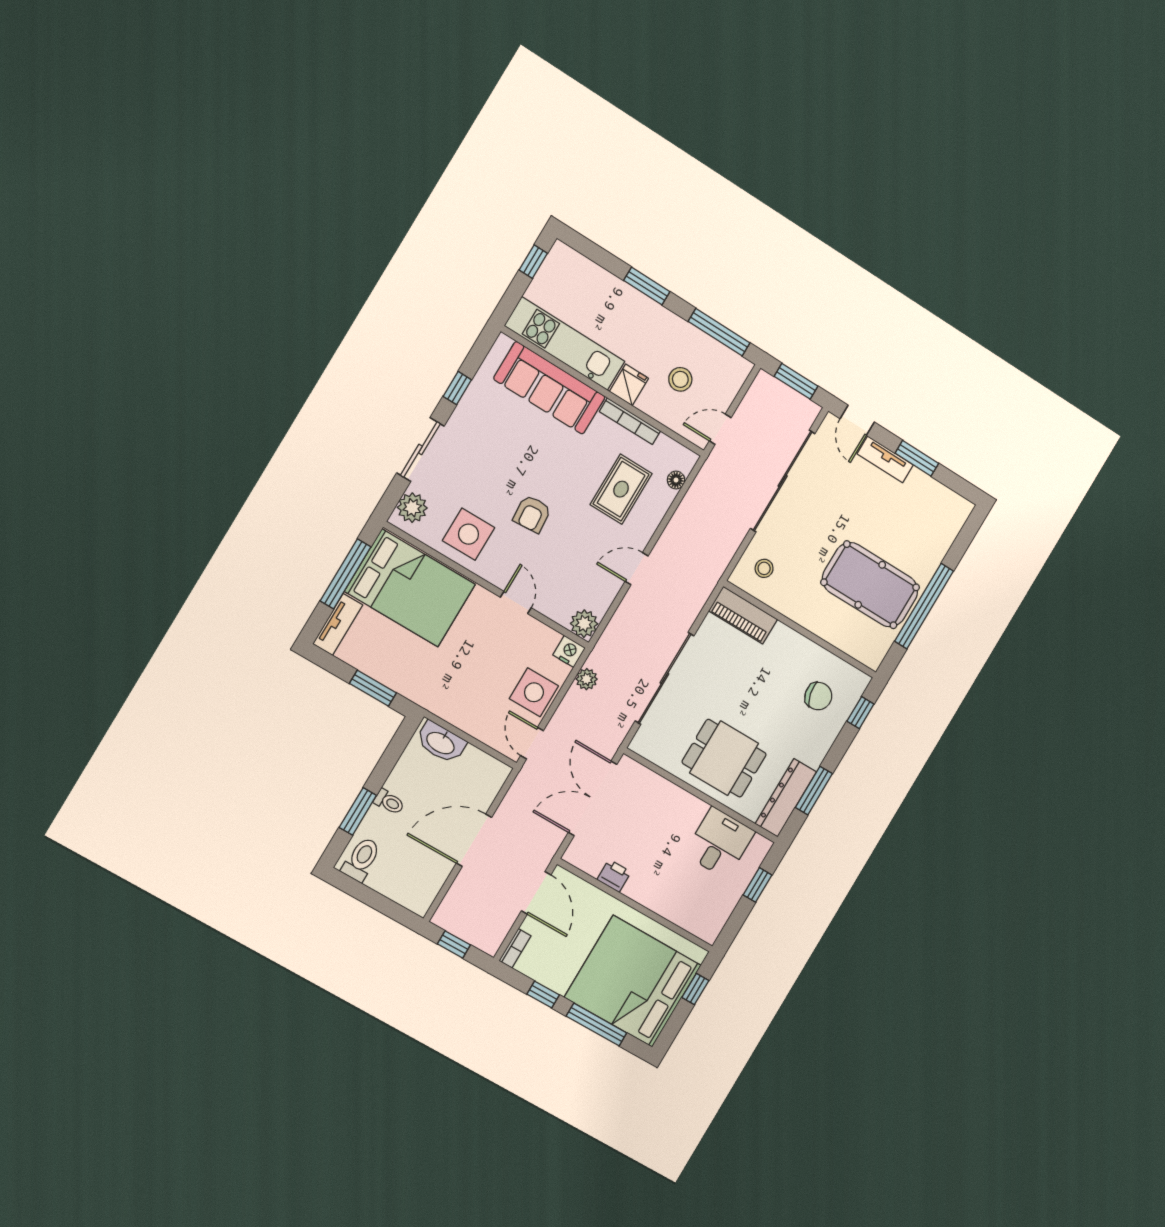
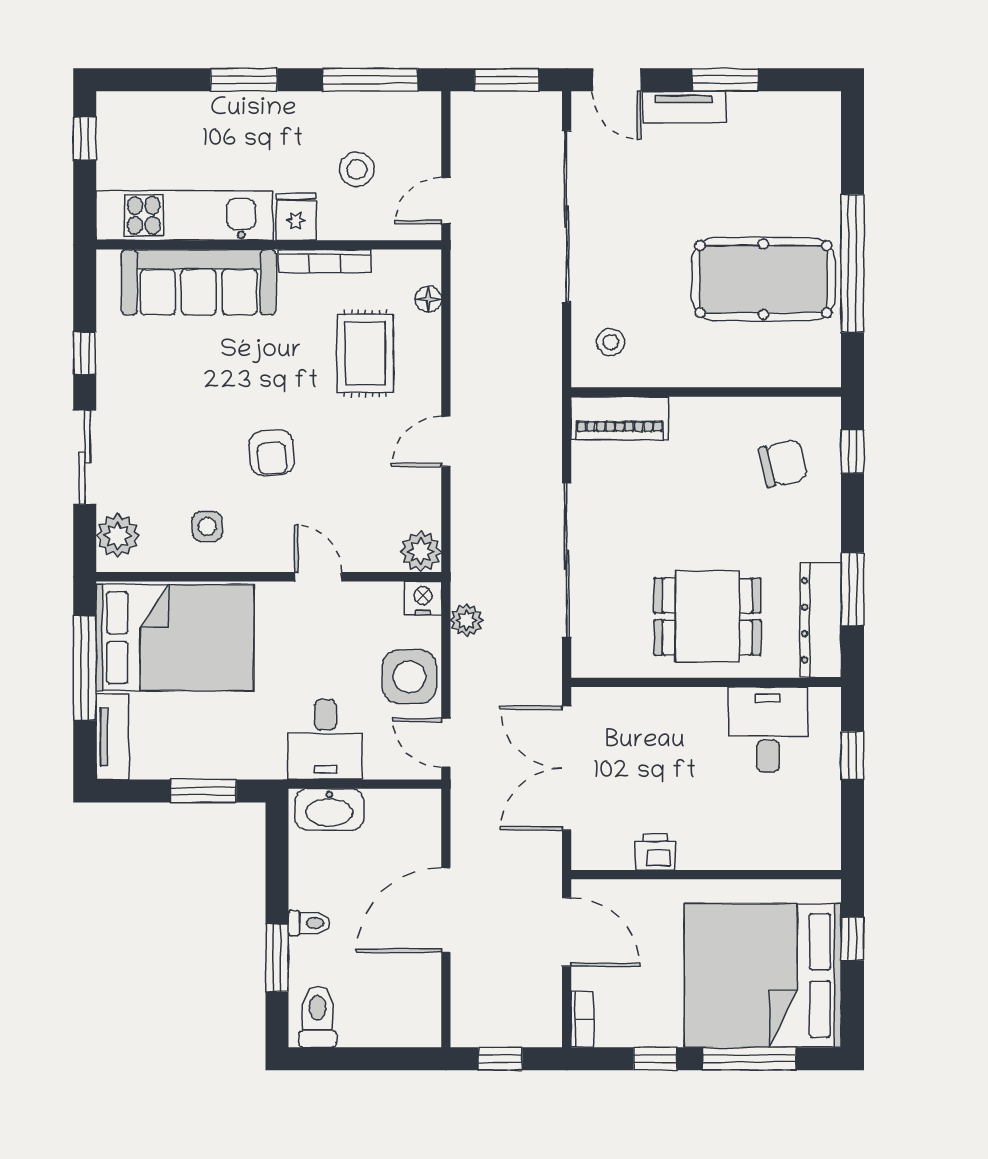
side table: (469, 534) -> (207, 526), width x0.54, depth x0.54
desk: (463, 700) -> (325, 740), added

